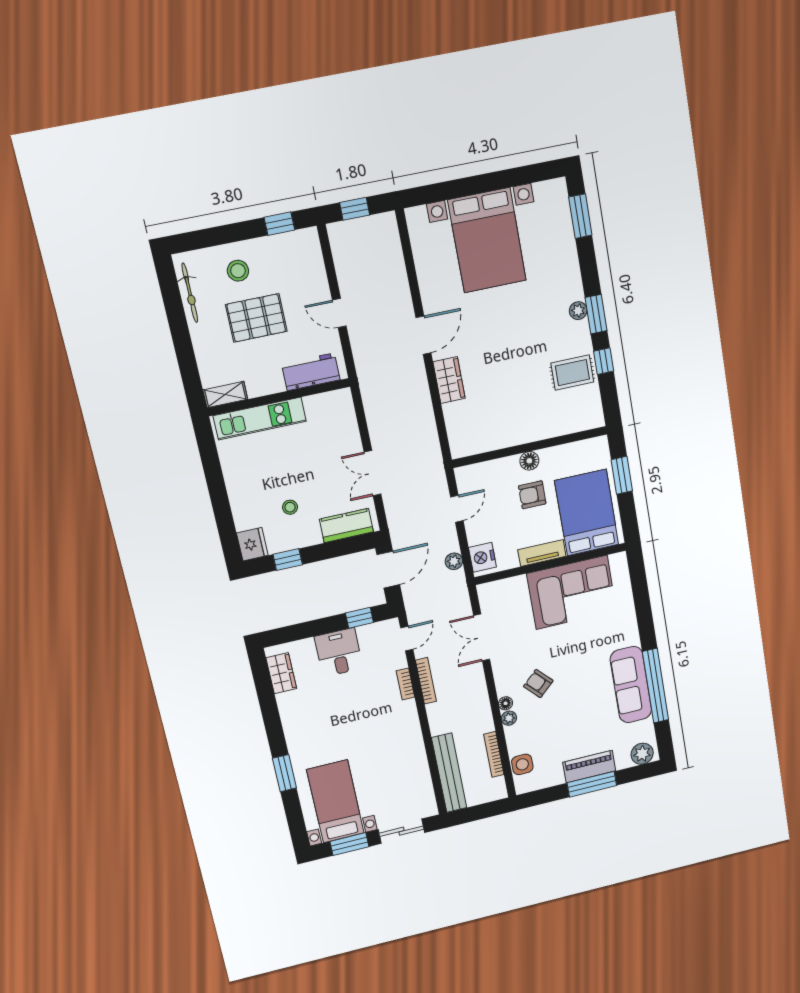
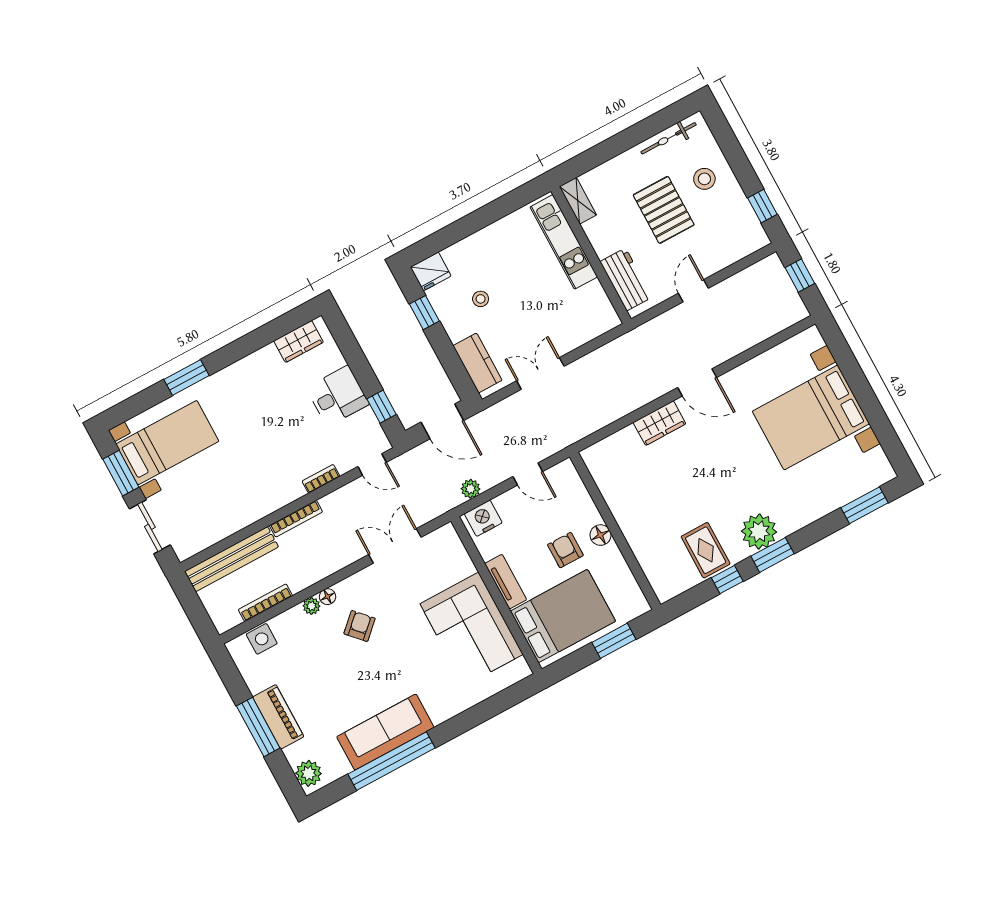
plant: (578, 311) -> (759, 532), width x1.87, depth x1.87
bookcase: (426, 681) -> (296, 519), moved

